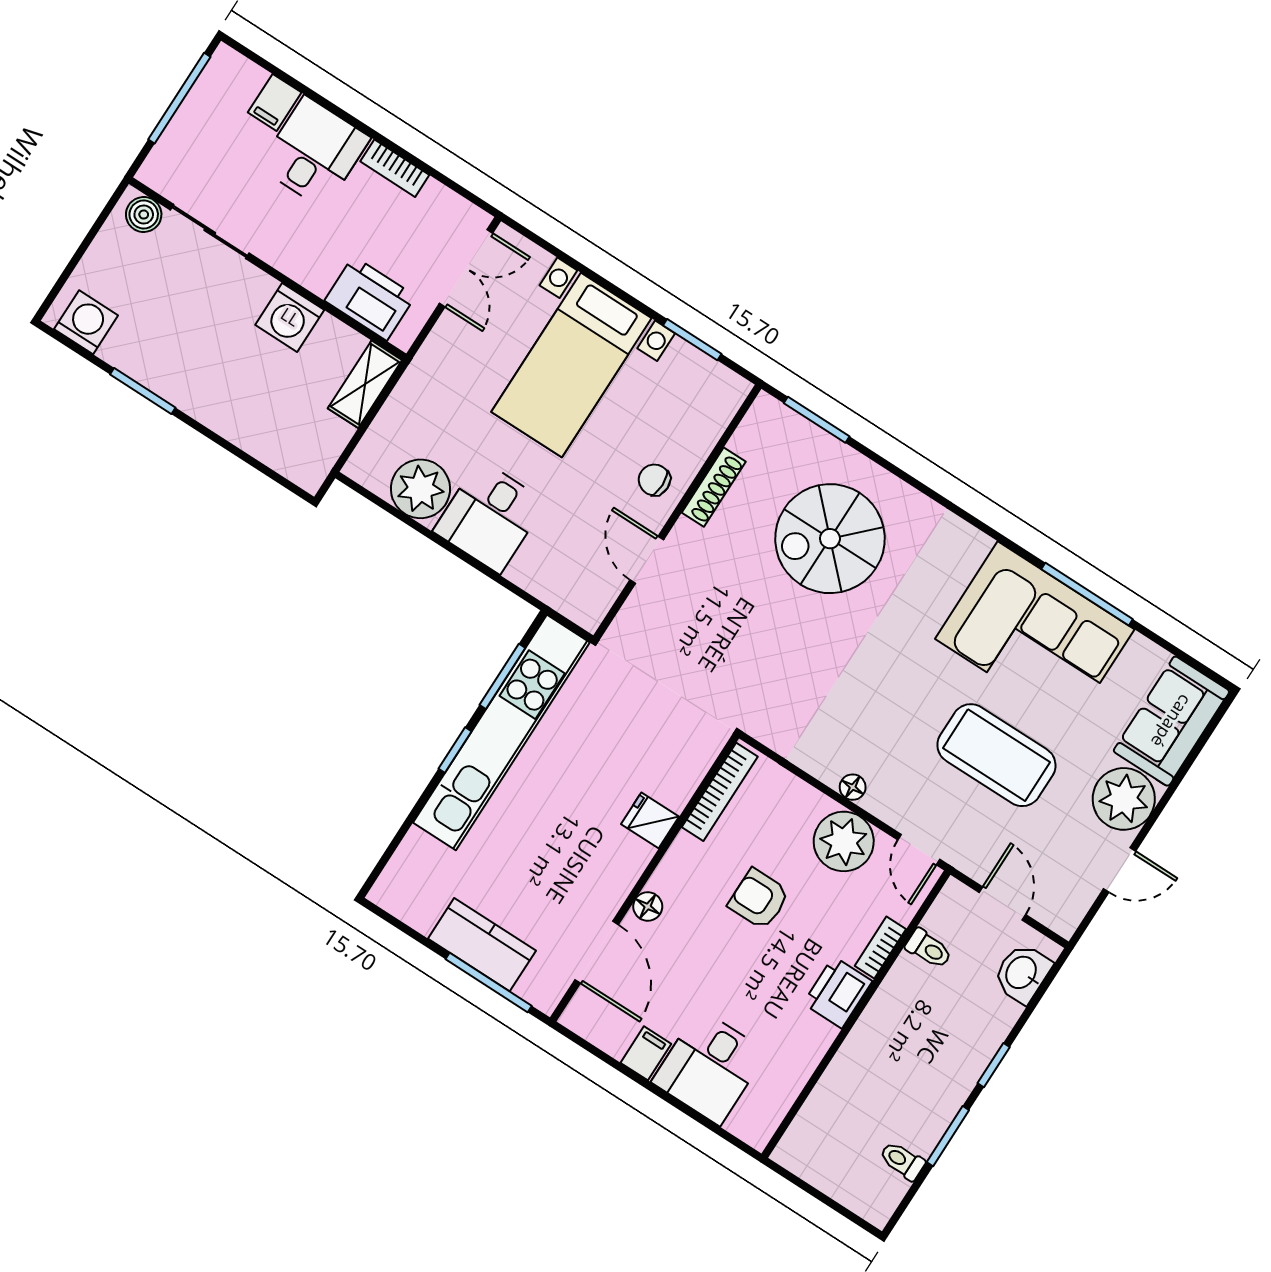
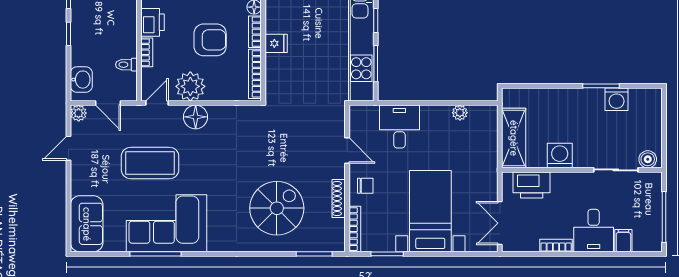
washing machine: (86, 322) -> (617, 99), moved
shelving: (365, 384) -> (514, 138), width x1.50, depth x1.33
bookcase: (720, 417) -> (355, 229), added
plant: (420, 489) -> (460, 113), width x0.53, depth x0.53
desk: (490, 516) -> (399, 127), moved
floor lamp: (853, 787) -> (196, 117), width x1.89, depth x1.89
plant: (1124, 799) -> (79, 113), moved, width x0.53, depth x0.53
door: (919, 850) -> (157, 103), hinge flipped
bookcase: (673, 864) -> (255, 32), added
armchair: (759, 899) -> (210, 40), width x1.38, depth x1.38

